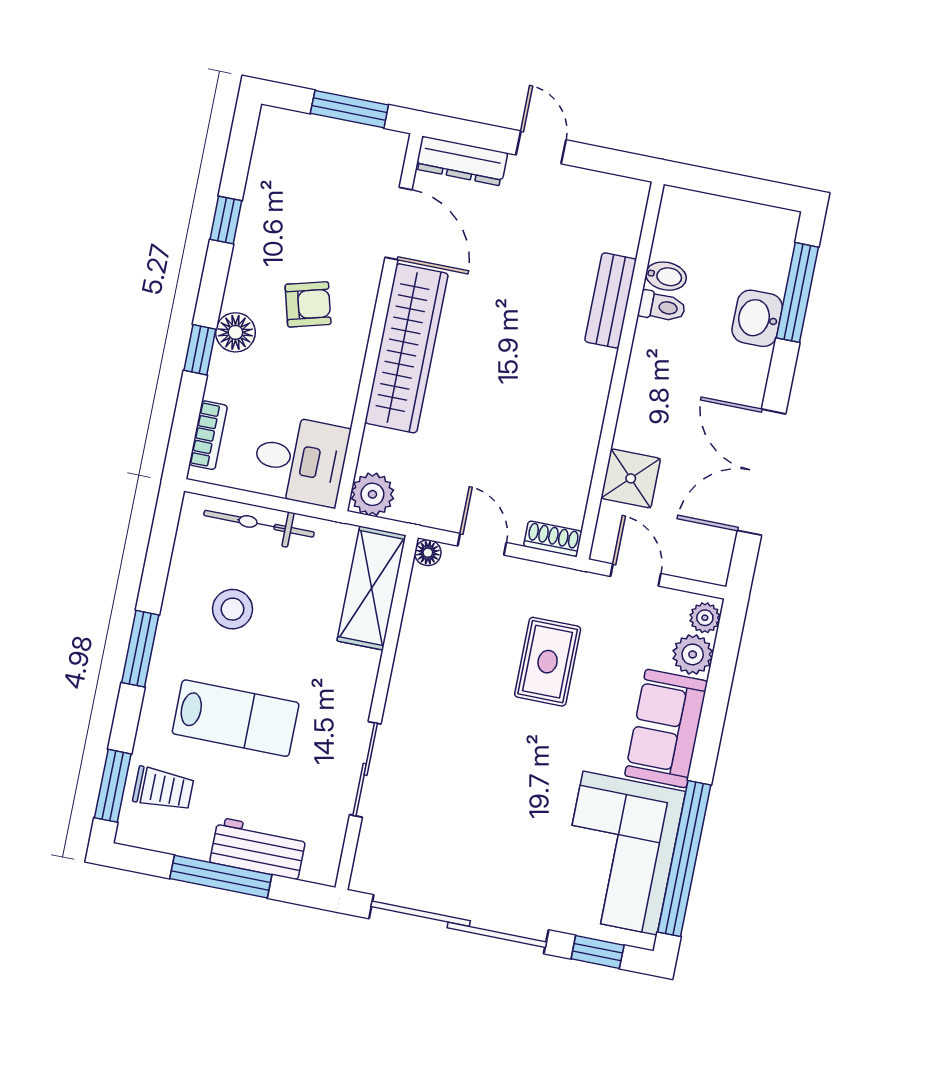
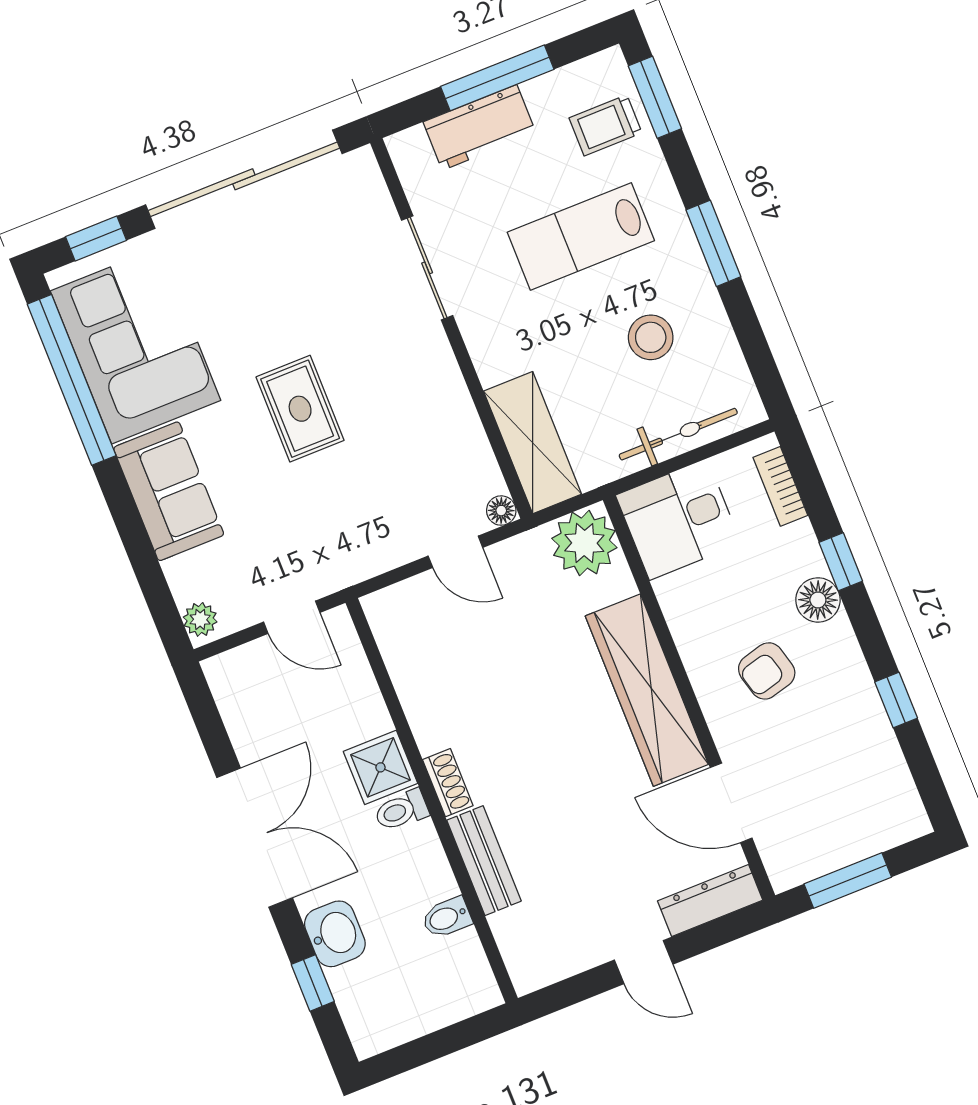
window: (797, 292) -> (313, 983), width x0.46
toilet: (662, 307) -> (401, 810), moved
double door: (761, 472) -> (255, 838), moved
shower: (631, 478) -> (380, 767), moved
plant: (372, 494) -> (584, 543), width x1.36, depth x1.36
shoe rack: (553, 539) -> (448, 783), moved, turned -90
plant: (693, 654) -> (189, 577), removed
rug: (548, 662) -> (300, 409), moved

